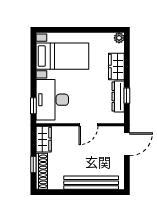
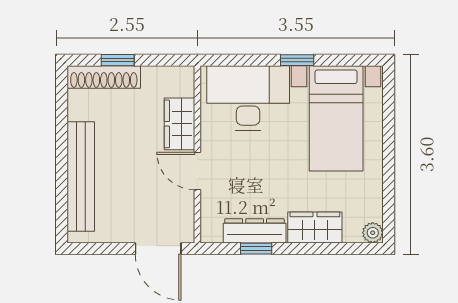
window: (33, 106) -> (297, 60), moved
wardrobe: (44, 139) -> (180, 124), moved, turned 90

